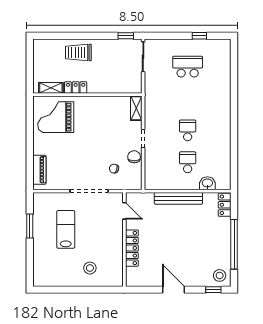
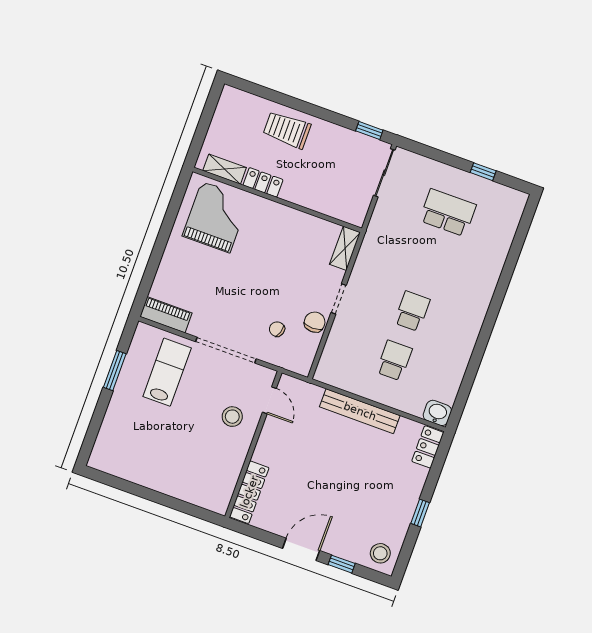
grand piano: (56, 117) -> (216, 217), turned 90
piano: (39, 170) -> (166, 315), moved, turned -90
washbasin: (207, 183) -> (437, 413), moved
lab bench: (66, 229) -> (167, 372), moved
window: (234, 244) -> (420, 513), width x0.32
locker: (132, 248) -> (249, 492), moved
stool: (90, 268) -> (232, 417), moved
door: (174, 290) -> (301, 549), hinge flipped
window: (213, 290) -> (342, 564), moved

